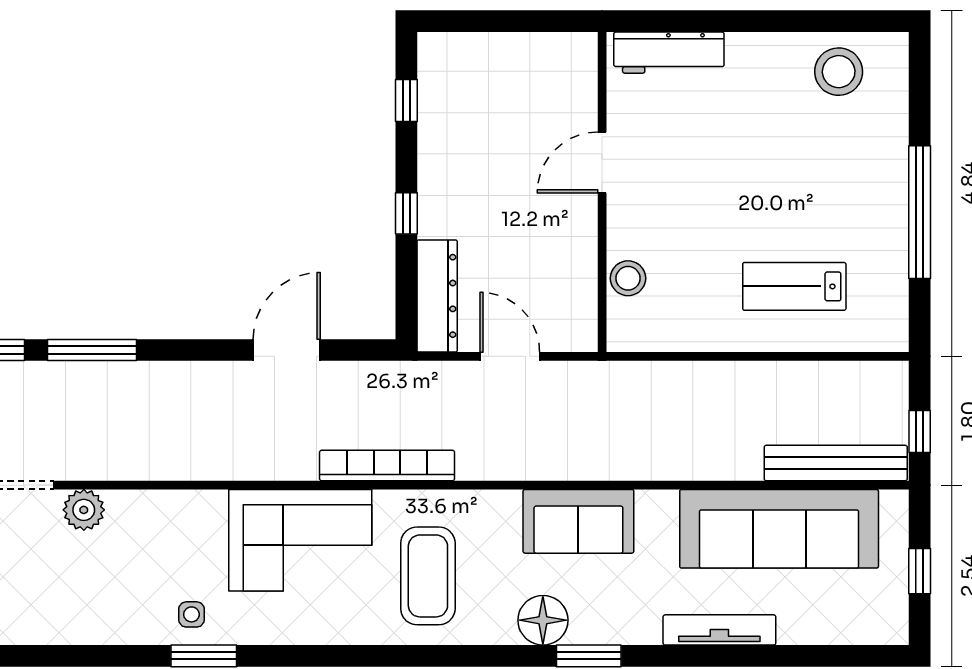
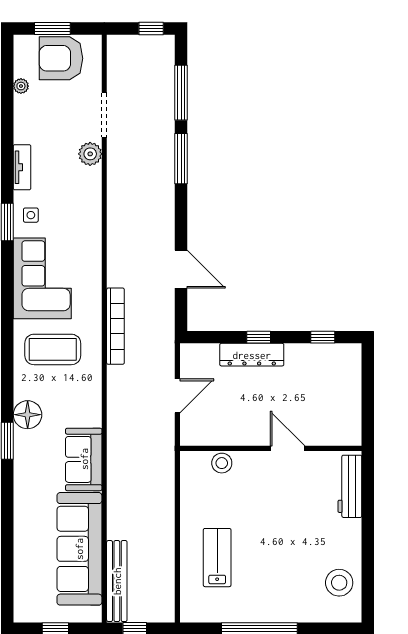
dresser: (437, 296) -> (252, 355), moved
sofa: (578, 521) -> (84, 459), moved
corner sofa: (300, 540) -> (42, 278), moved, turned 180
tv unit: (719, 630) -> (22, 167), moved, width x0.71

